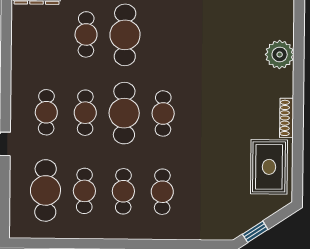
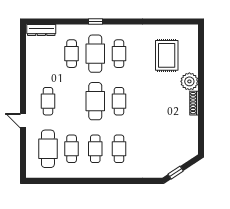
plant: (280, 54) -> (189, 81), moved
cafe table: (85, 113) -> (119, 54), moved
rug: (269, 167) -> (167, 55), moved

